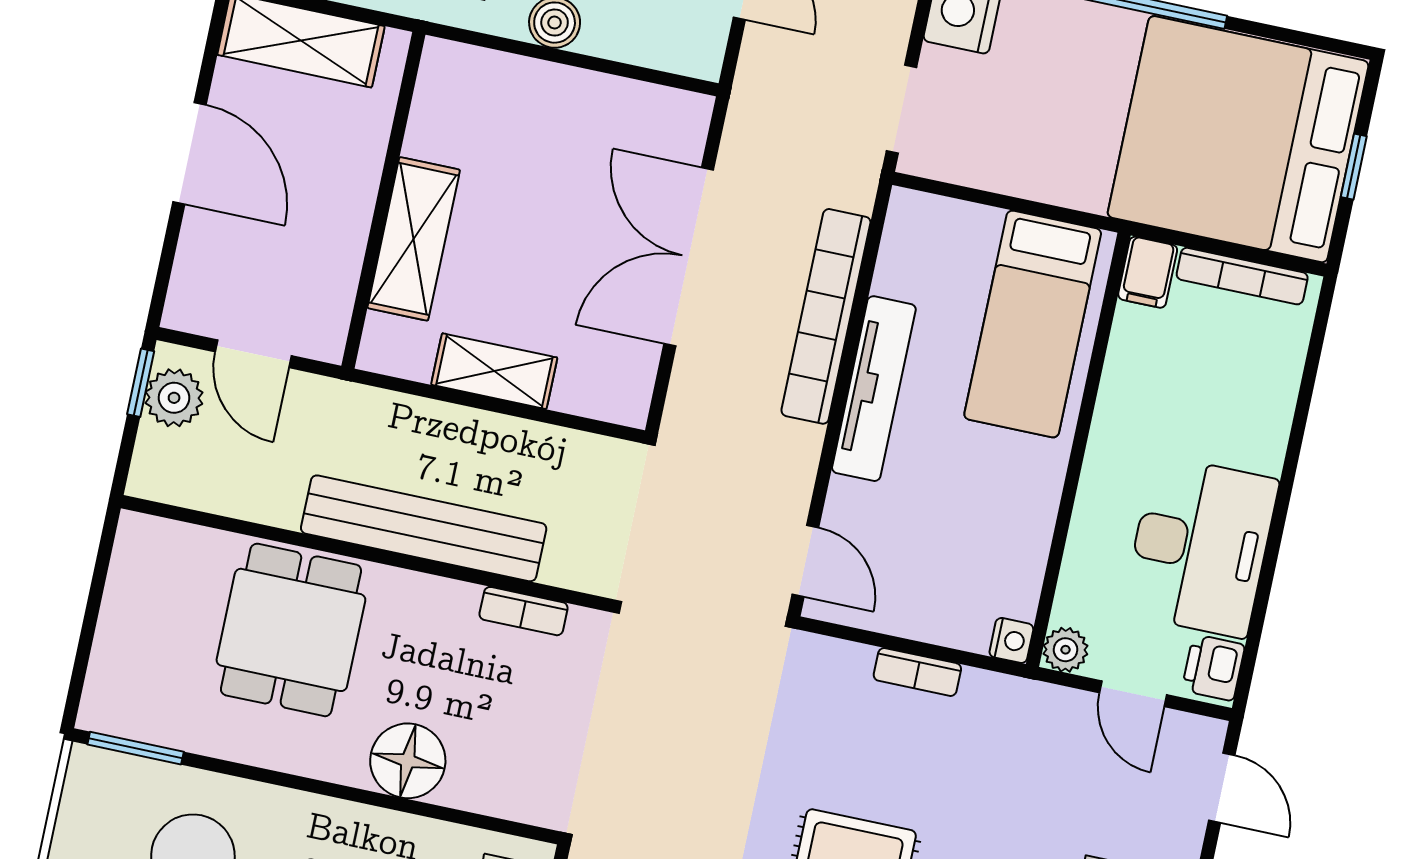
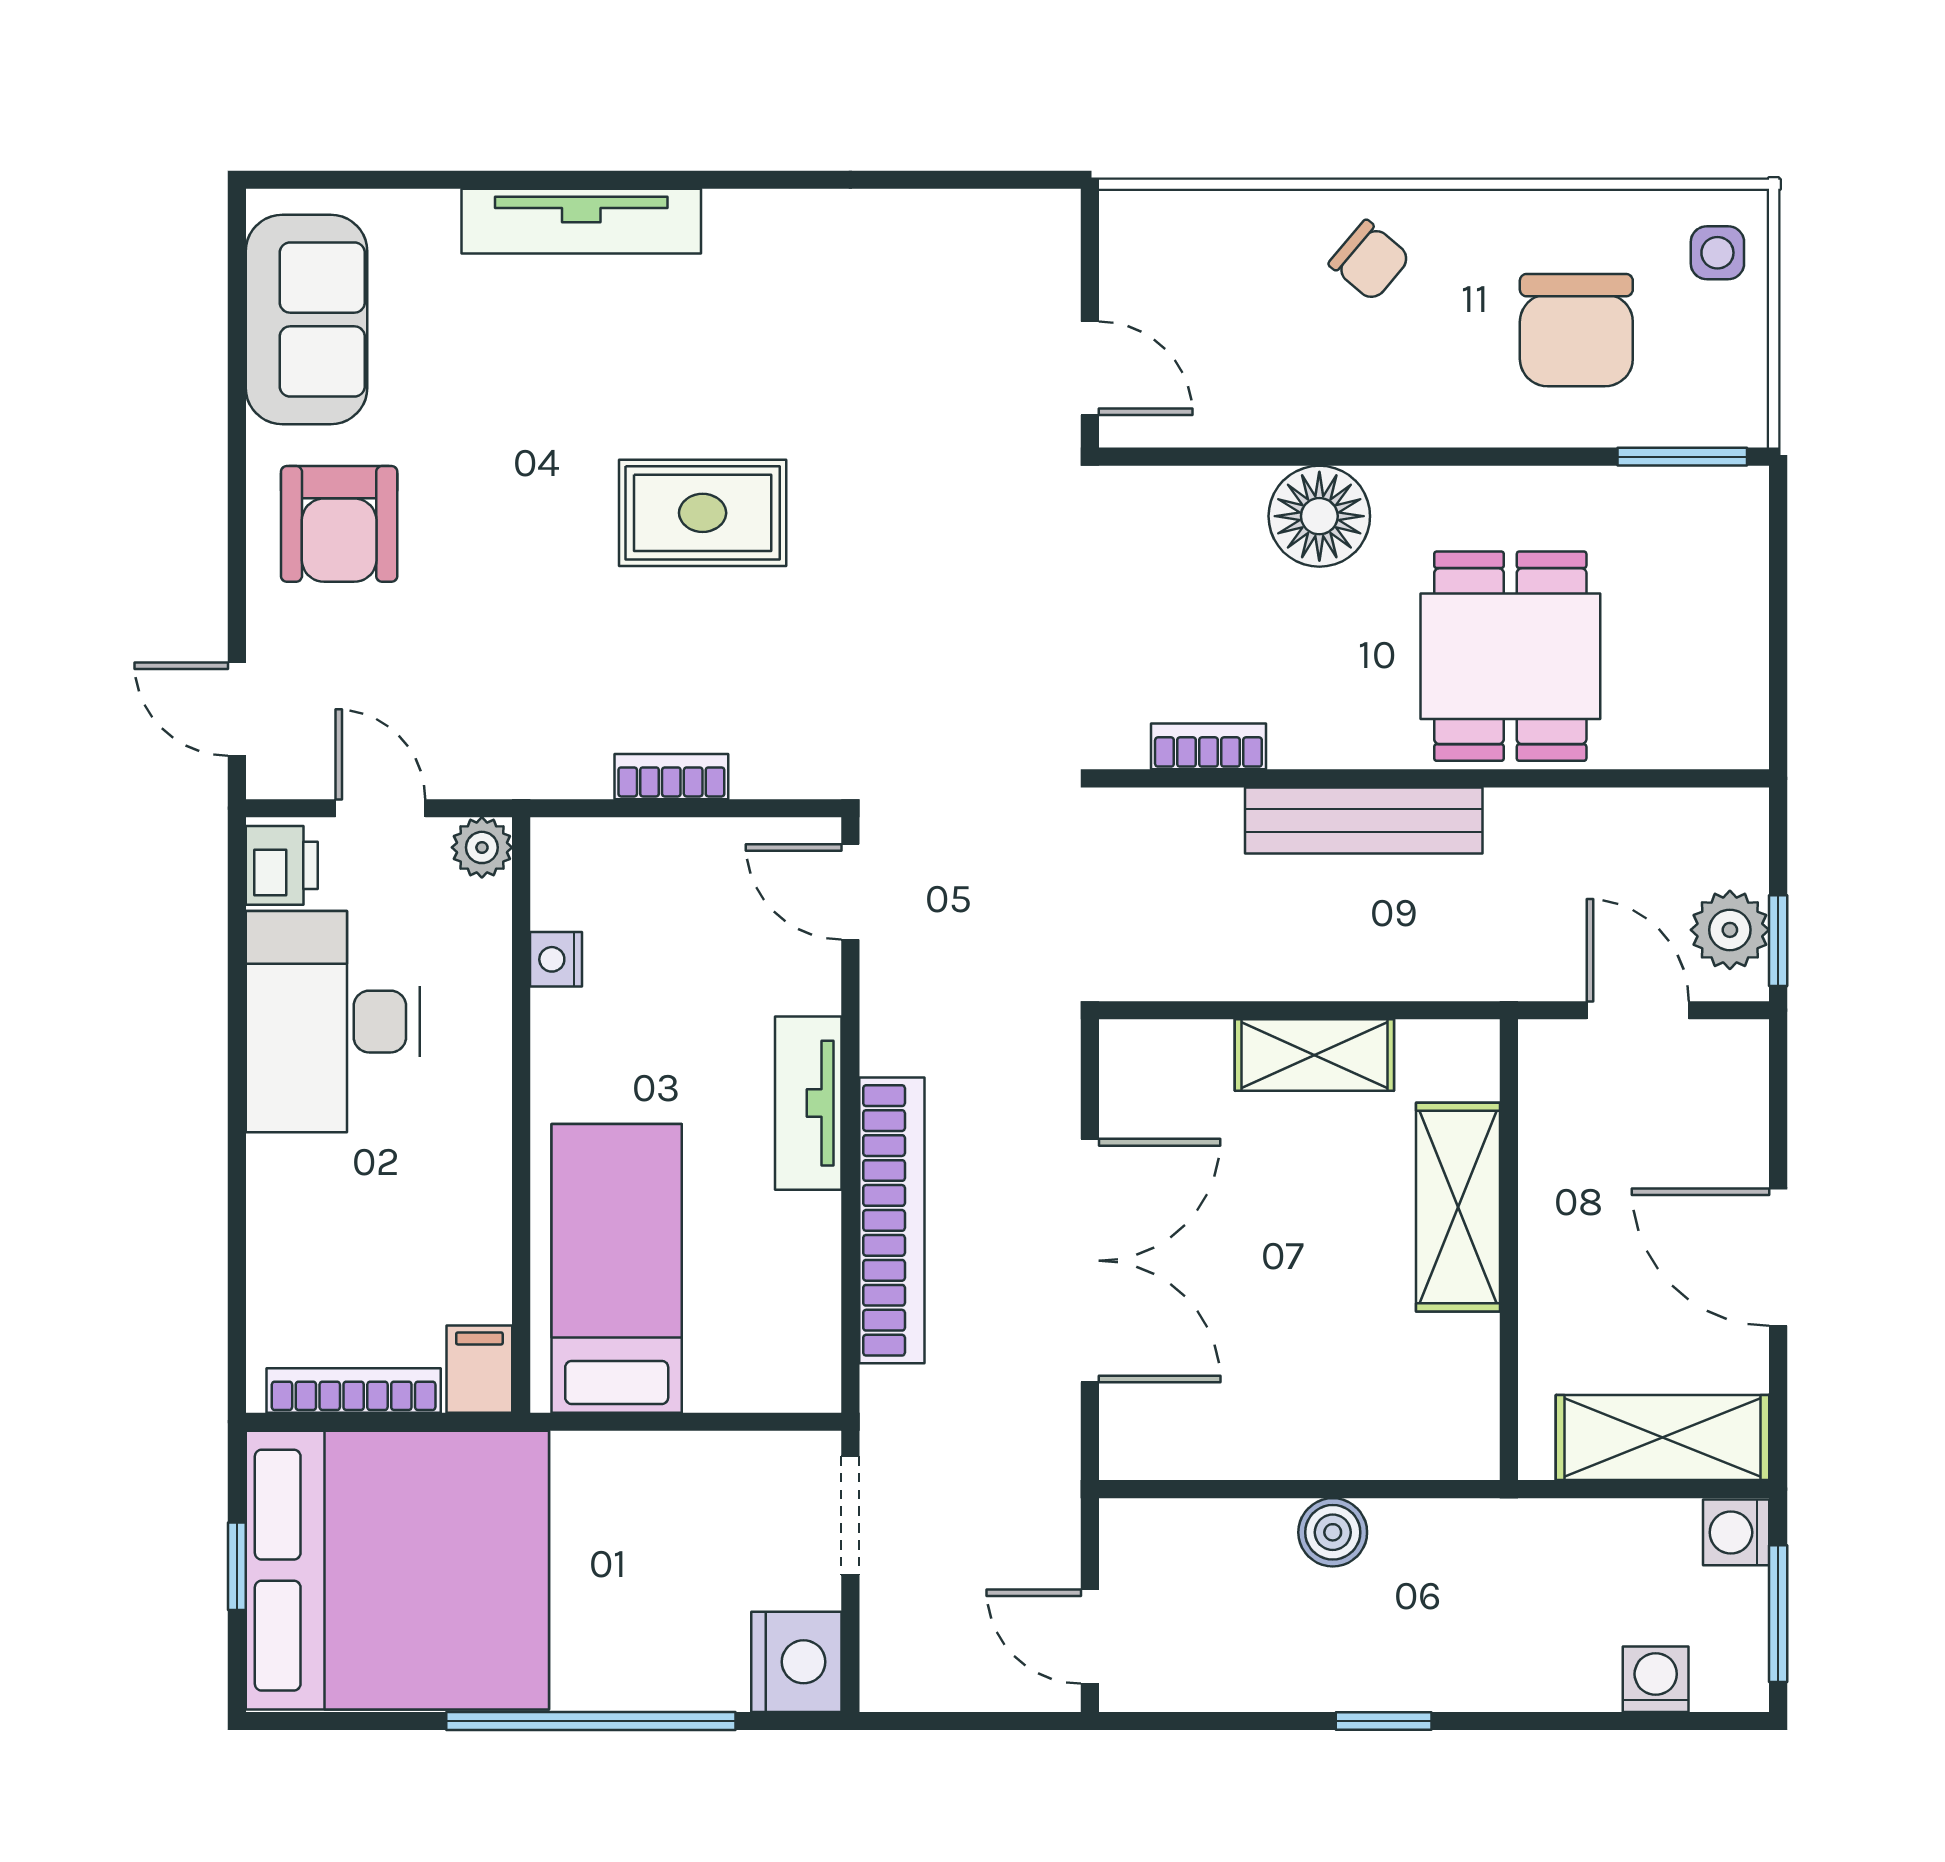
tv unit: (874, 389) -> (808, 1103), width x0.71
bench: (424, 528) -> (1364, 821), width x0.73, depth x0.82
nightstand: (1011, 640) -> (556, 959), moved

